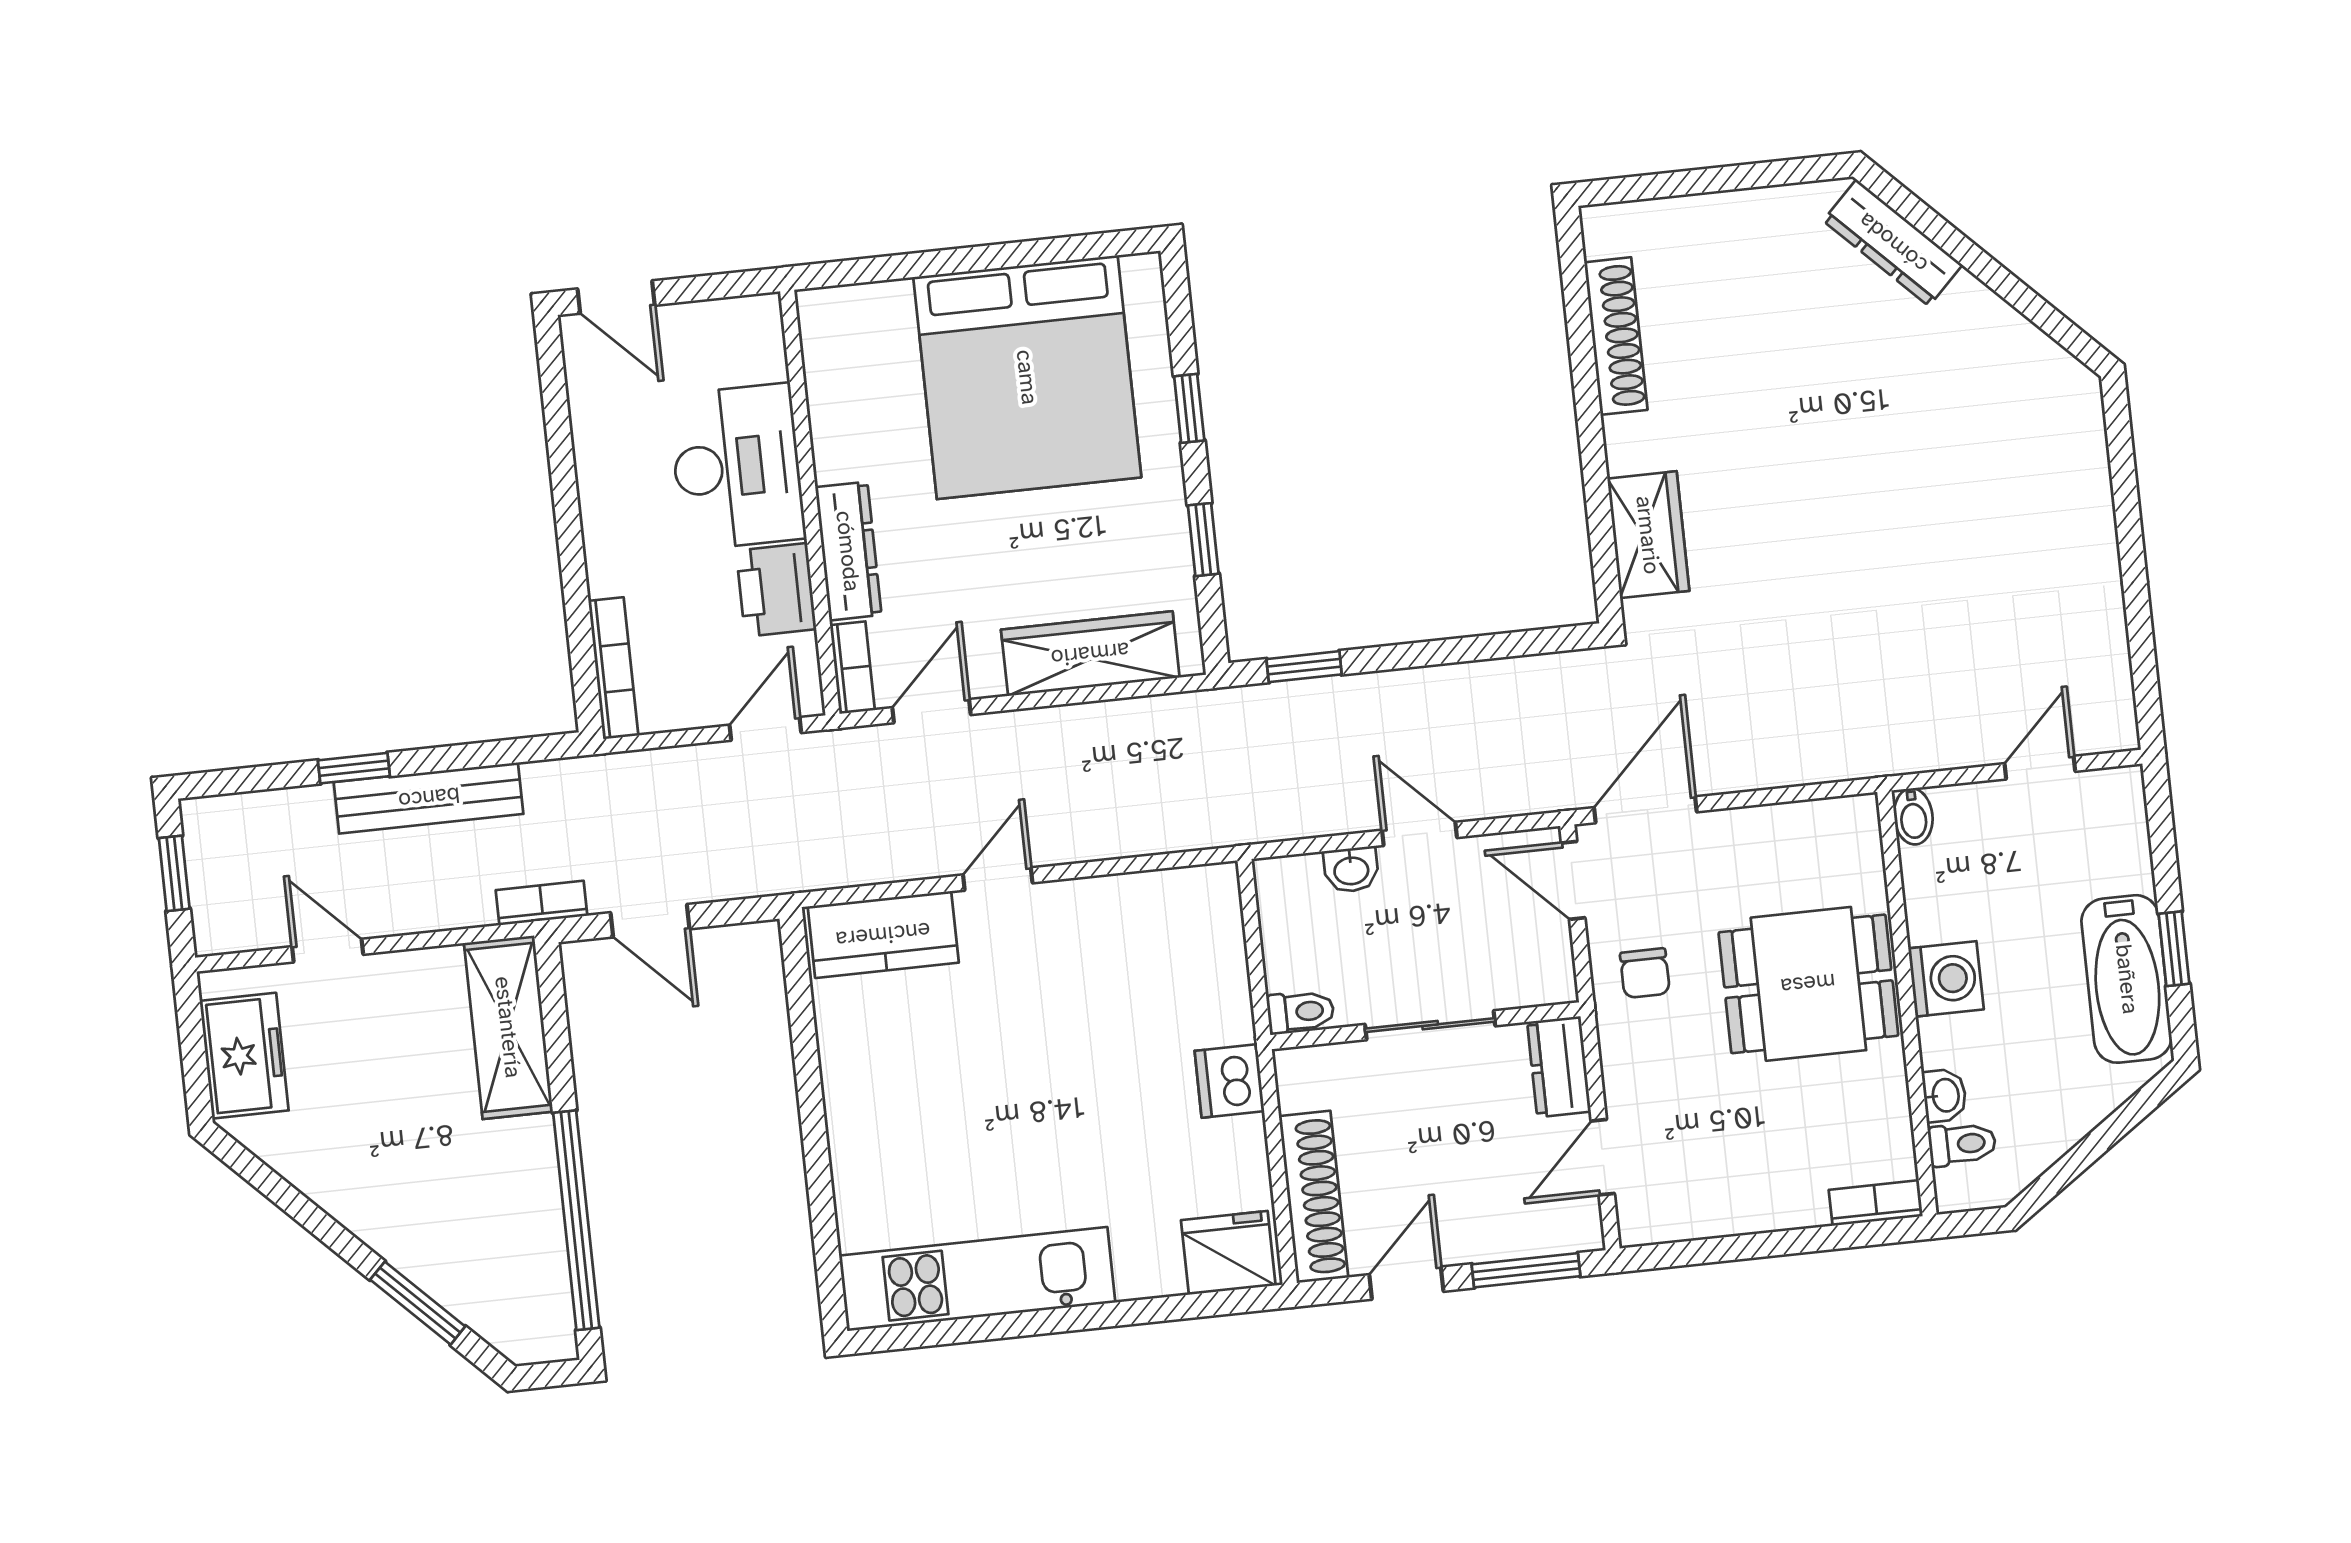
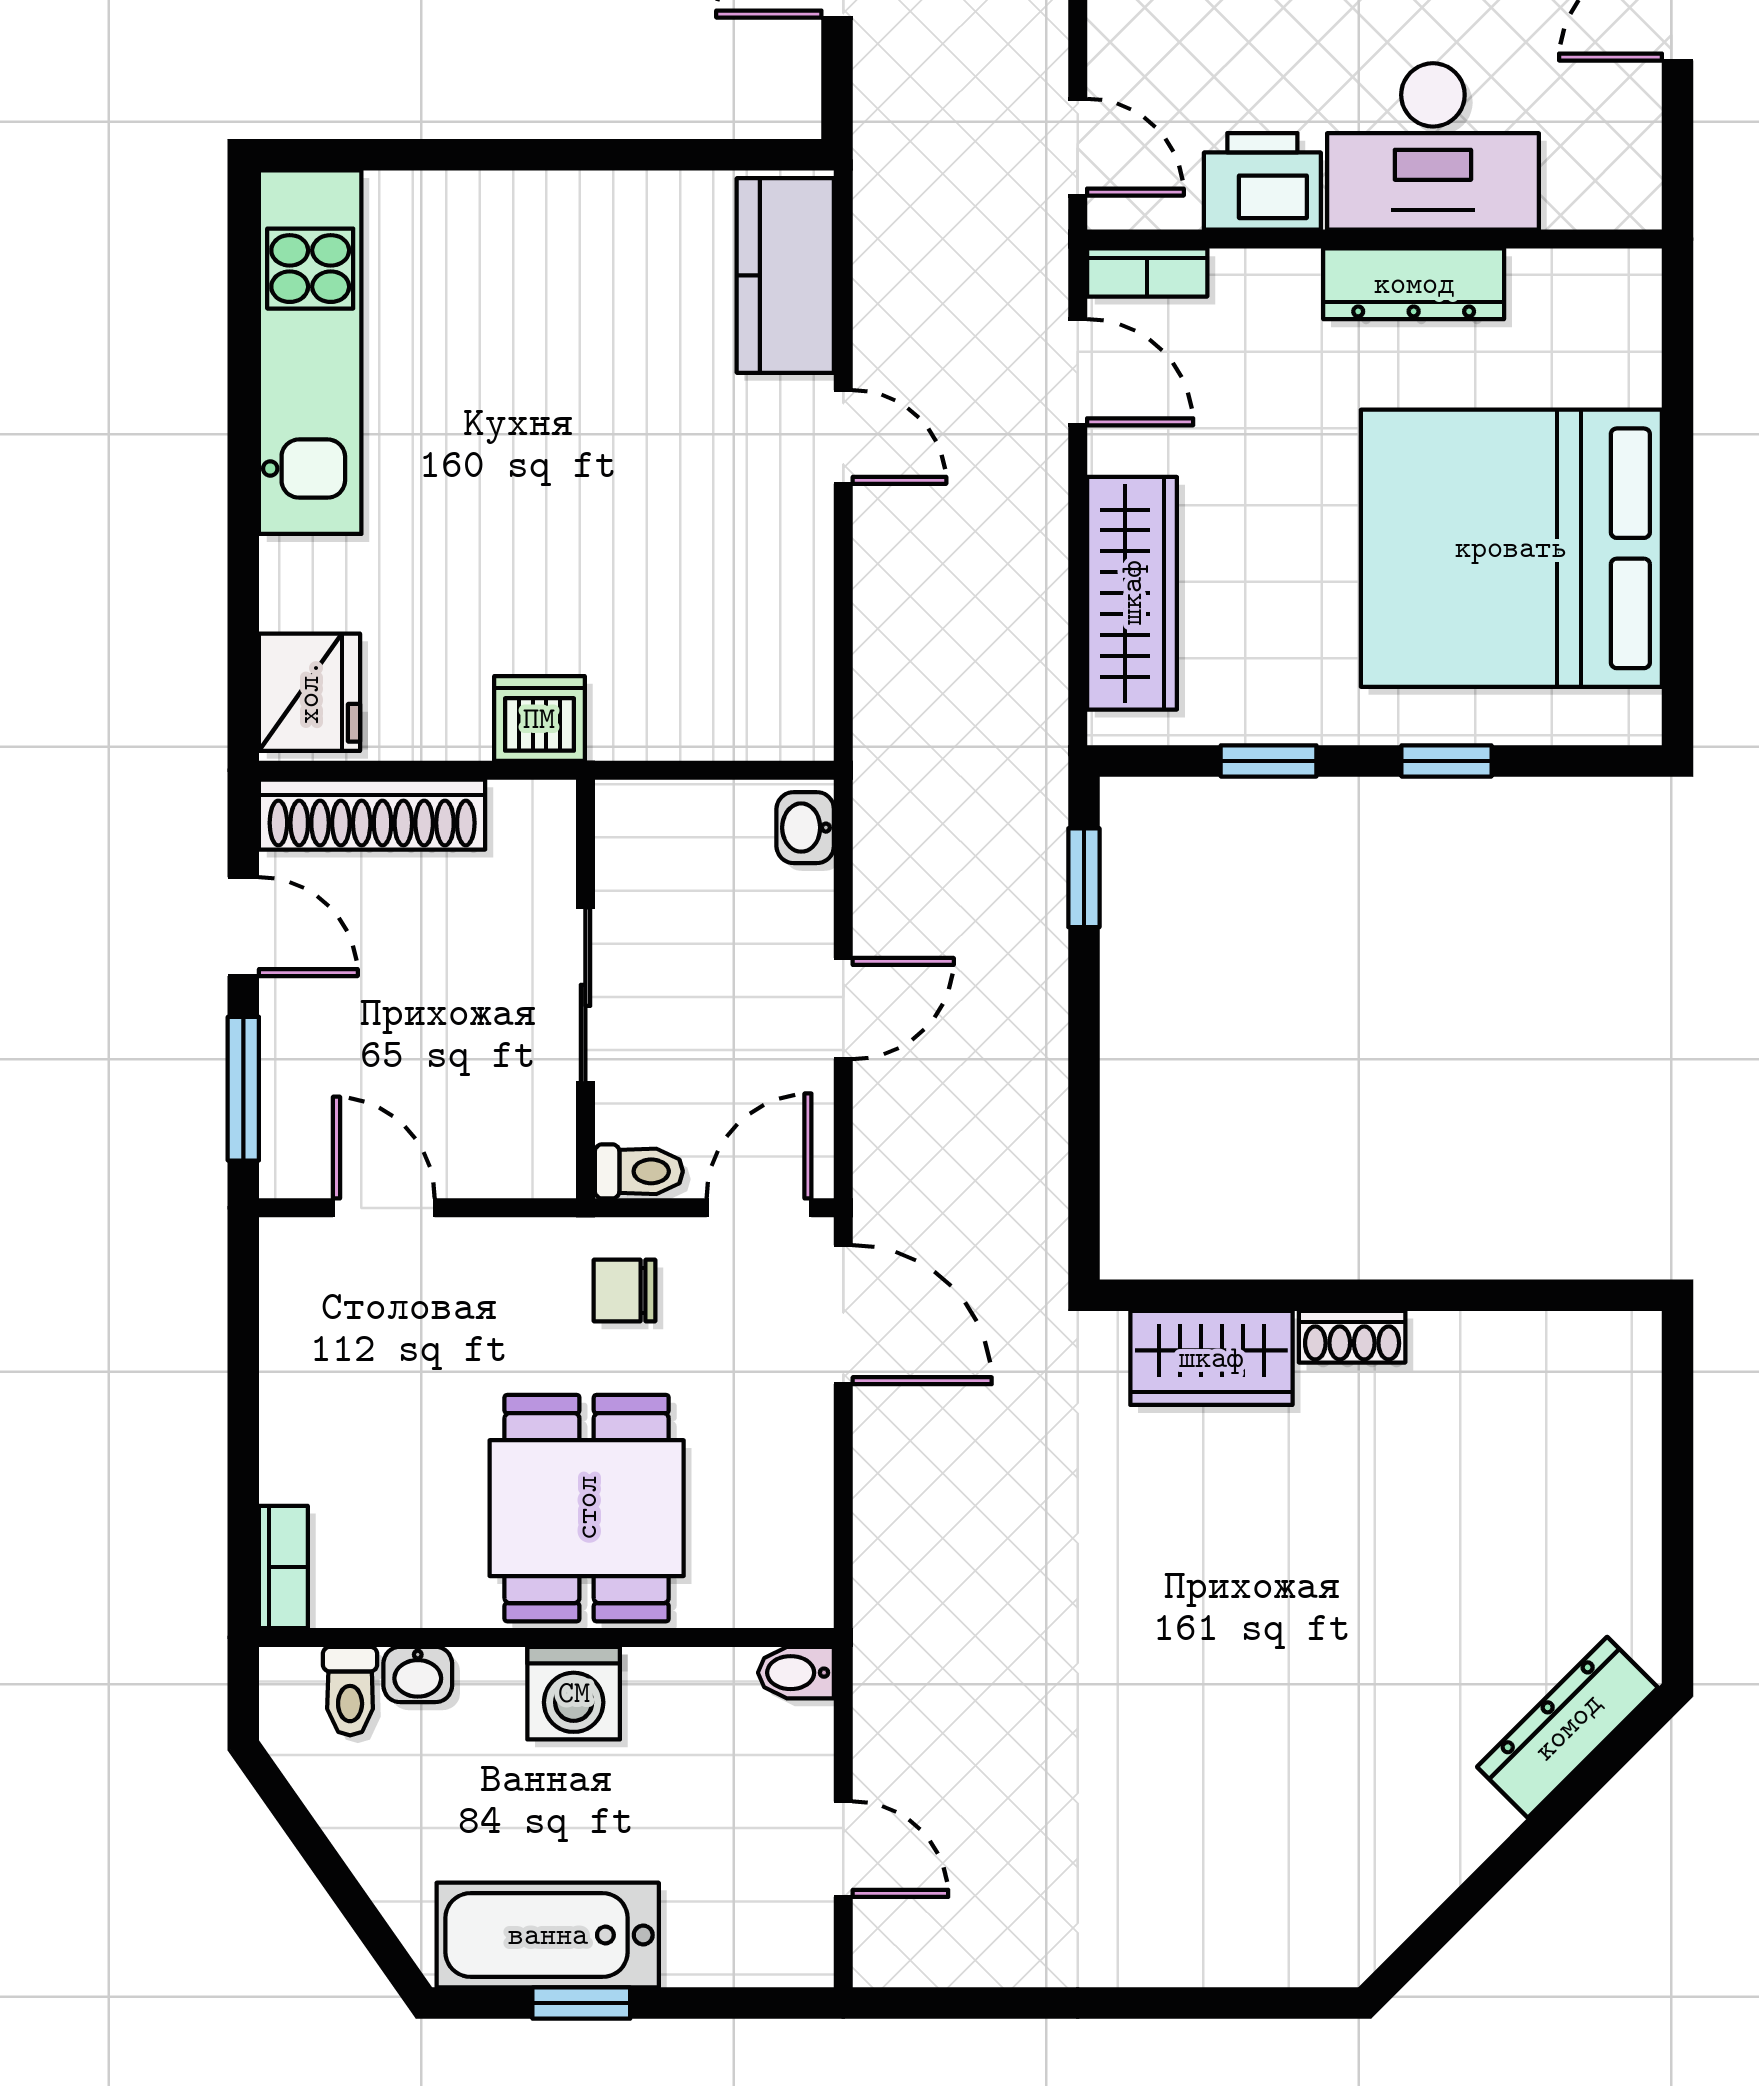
shoe rack: (1616, 336) -> (1352, 1337), moved, width x0.51, depth x0.81
dresser: (848, 551) -> (1414, 284), moved
washbasin: (1351, 870) -> (805, 828), moved
toilet: (1301, 1012) -> (639, 1171), moved, turned -90
dresser: (1559, 1067) -> (511, 1162), removed

